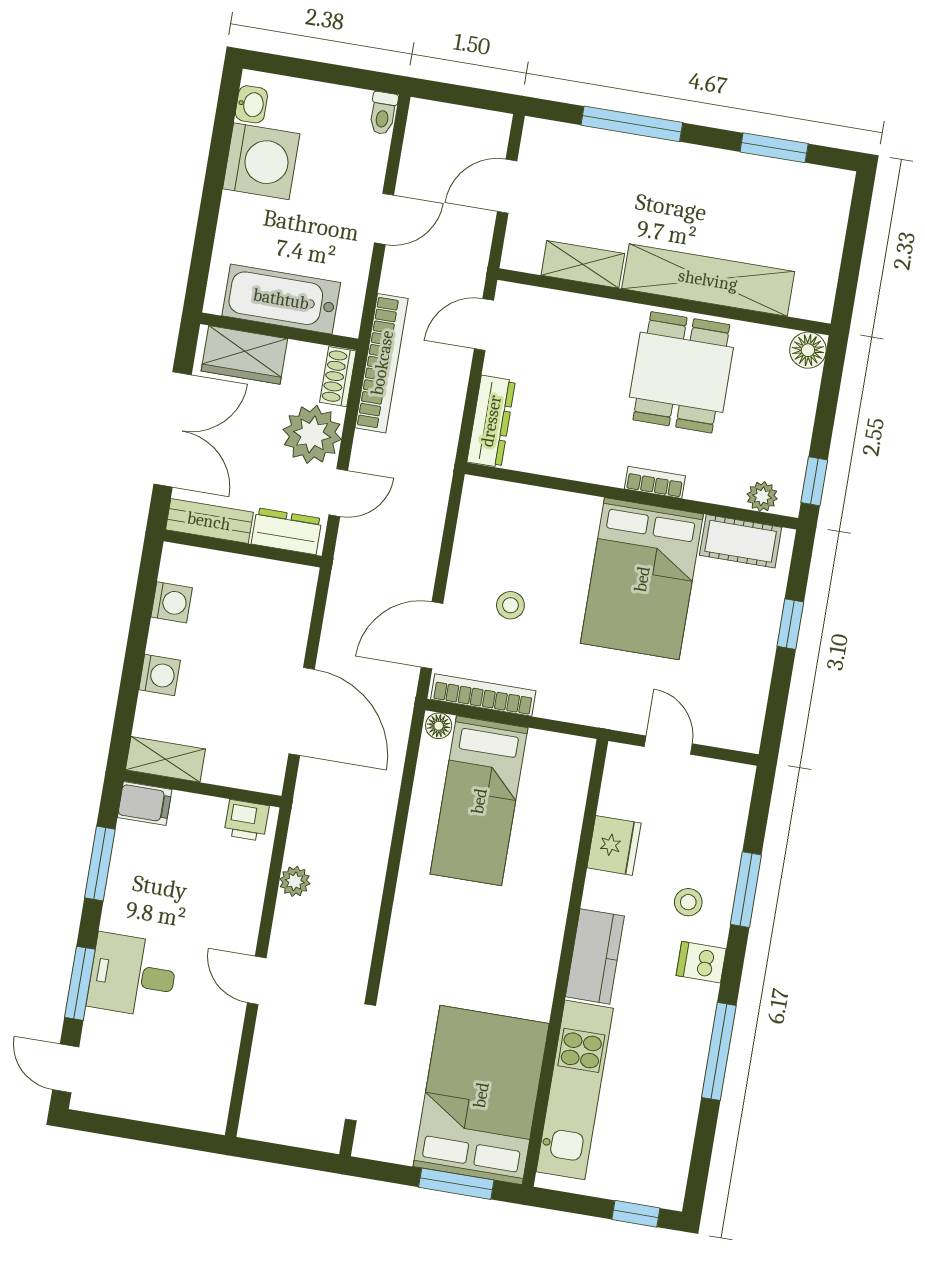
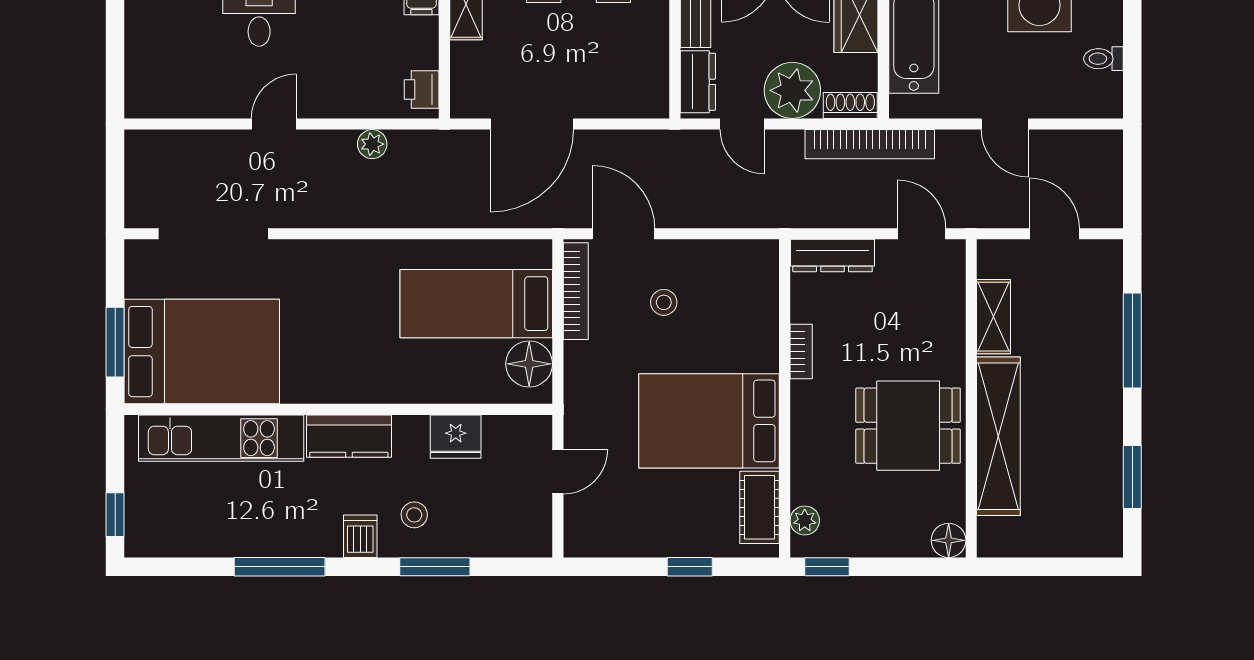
toilet: (383, 113) -> (1103, 59), moved
bookcase: (655, 482) -> (801, 352), moved
floor lamp: (439, 726) -> (529, 364), moved, width x1.89, depth x1.89

